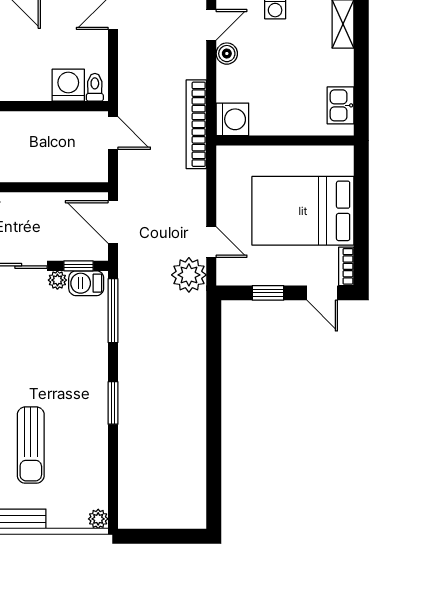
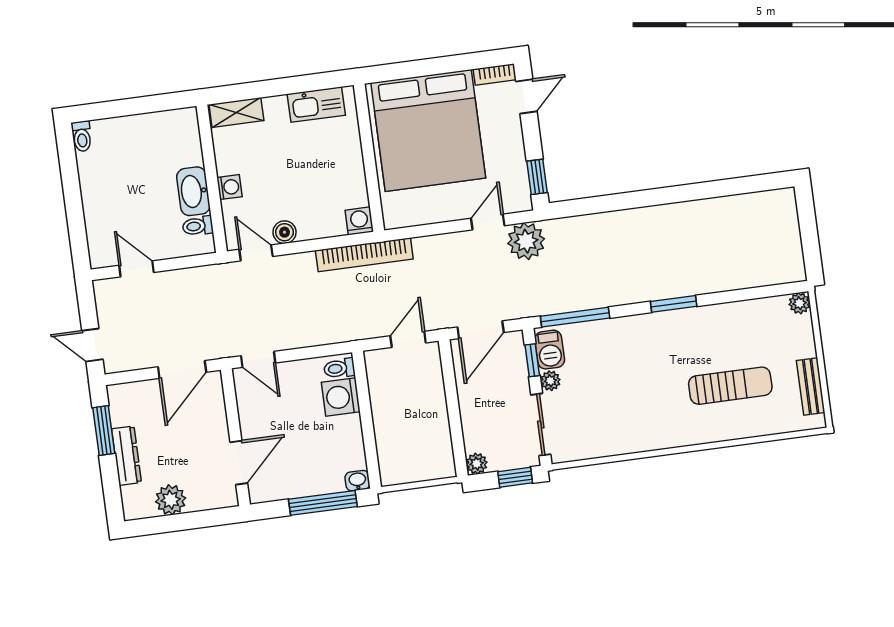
kitchen sink: (340, 105) -> (316, 105), width x1.38
washing machine: (232, 119) -> (359, 221), width x0.73, depth x0.73
door: (113, 133) -> (408, 339), moved
bed: (303, 211) -> (428, 130), width x1.36
window: (268, 293) -> (537, 177), moved

